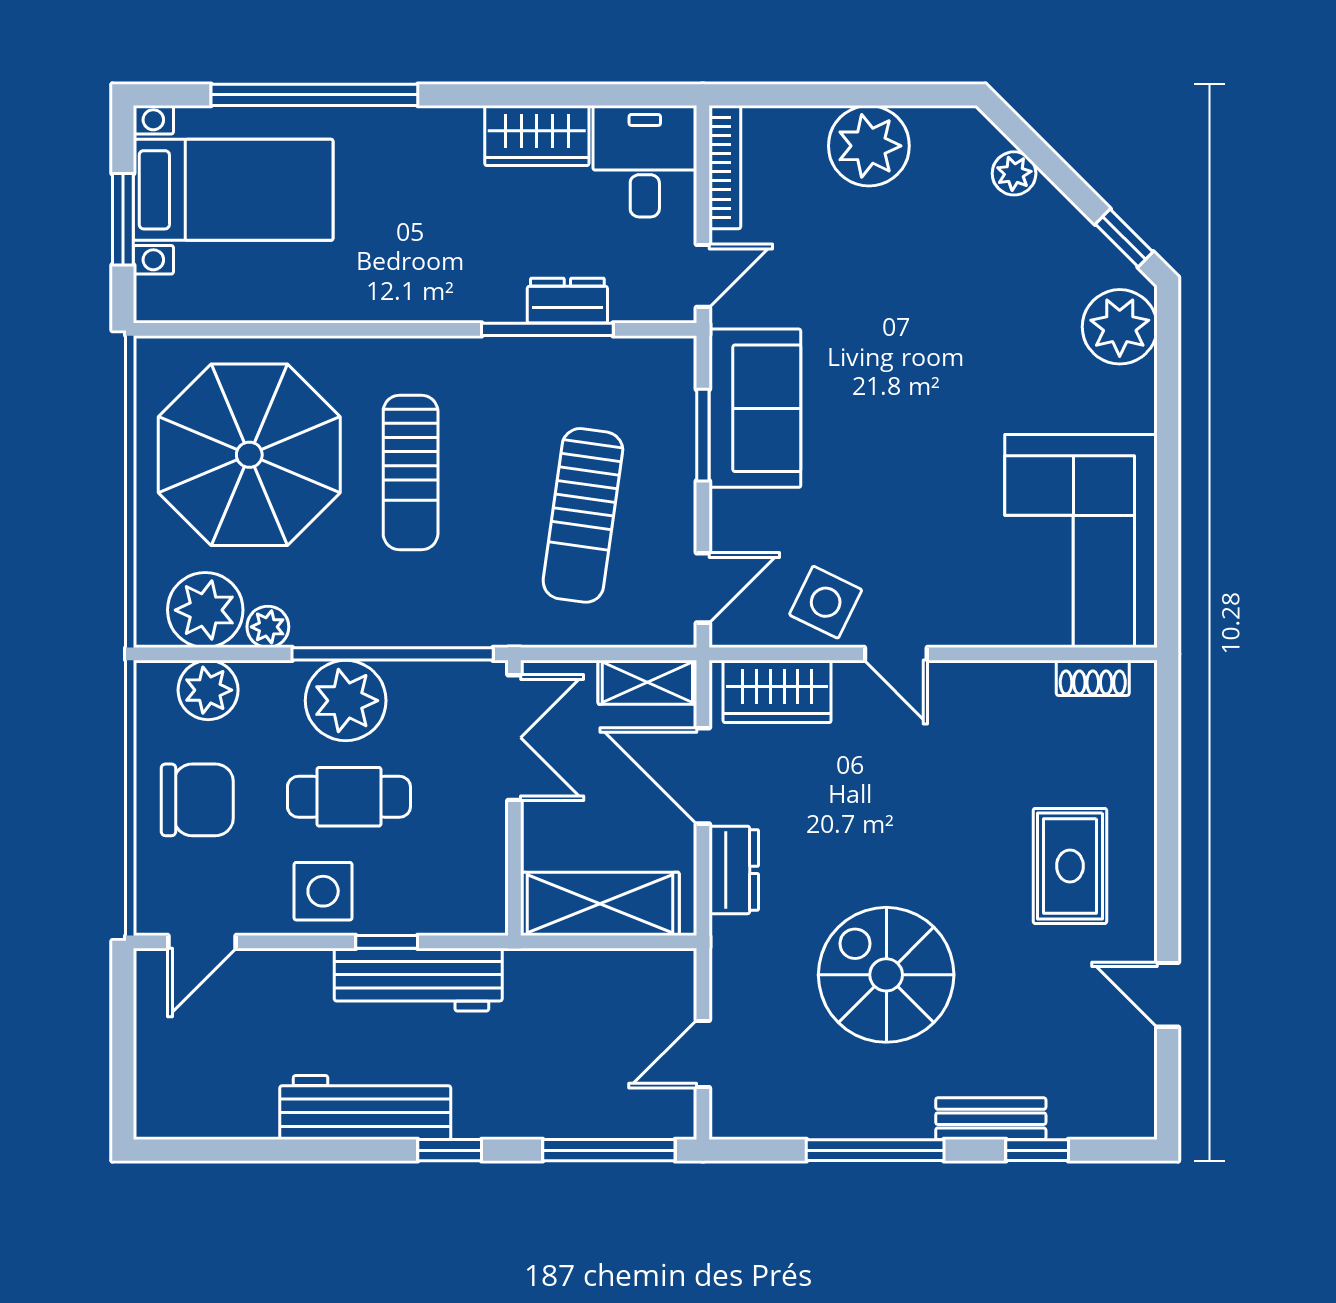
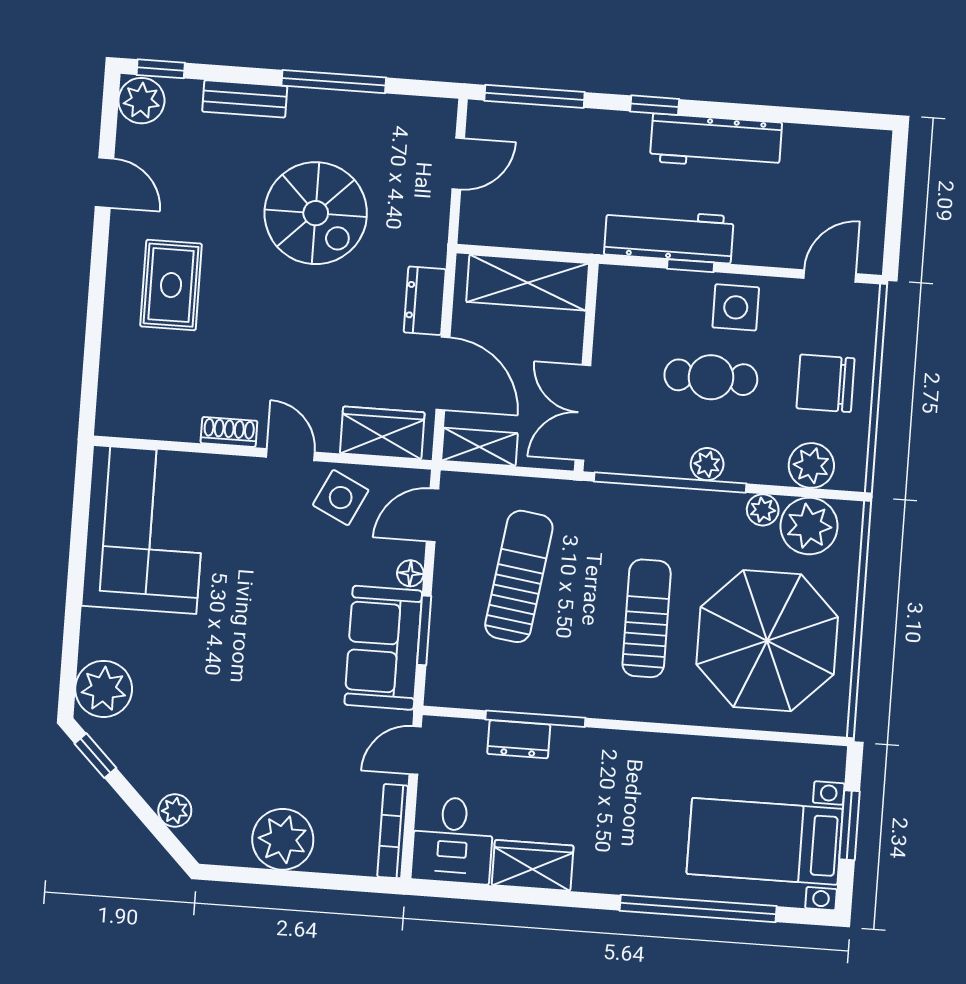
floor lamp: (726, 509) -> (410, 573), added
shoe rack: (1093, 678) -> (229, 432), moved
plant: (346, 701) -> (707, 464), width x0.53, depth x0.53
plant: (1127, 1106) -> (141, 101), added
window: (1037, 1150) -> (161, 69), moved

